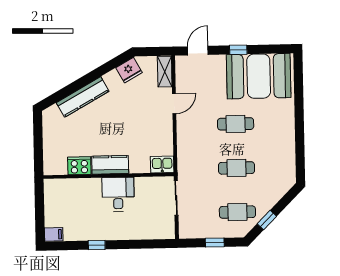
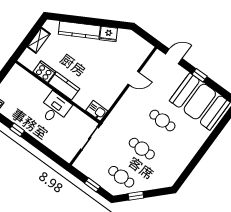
fridge: (129, 70) -> (109, 34), moved
shelving: (165, 72) -> (39, 40), moved

